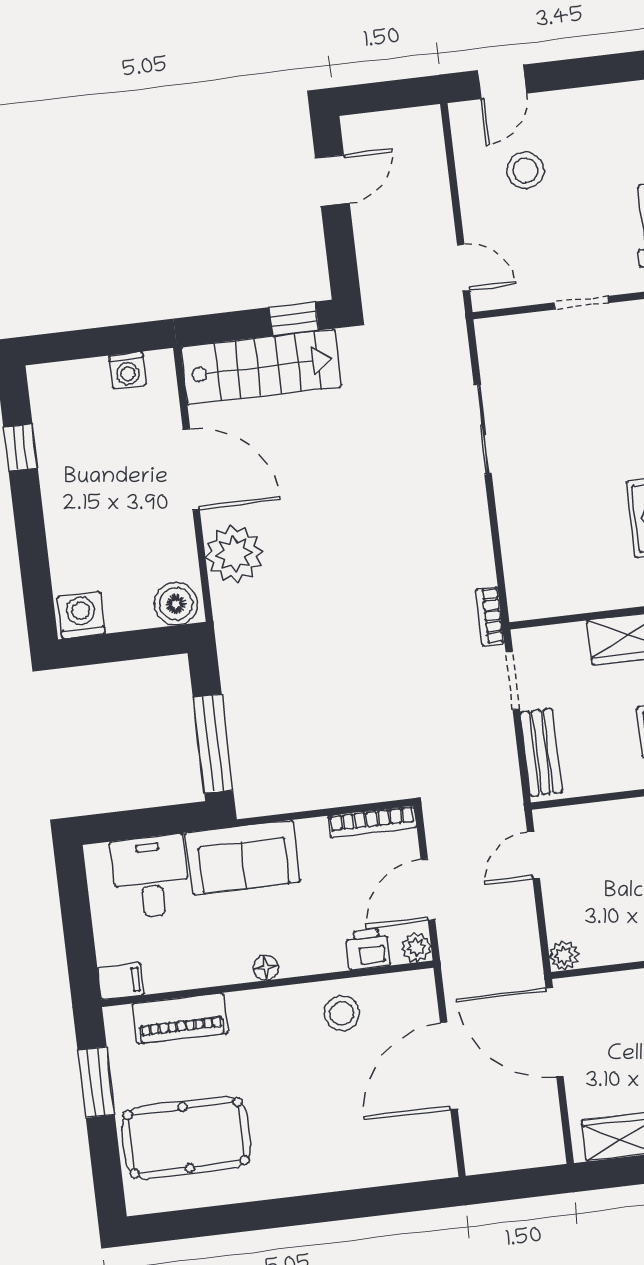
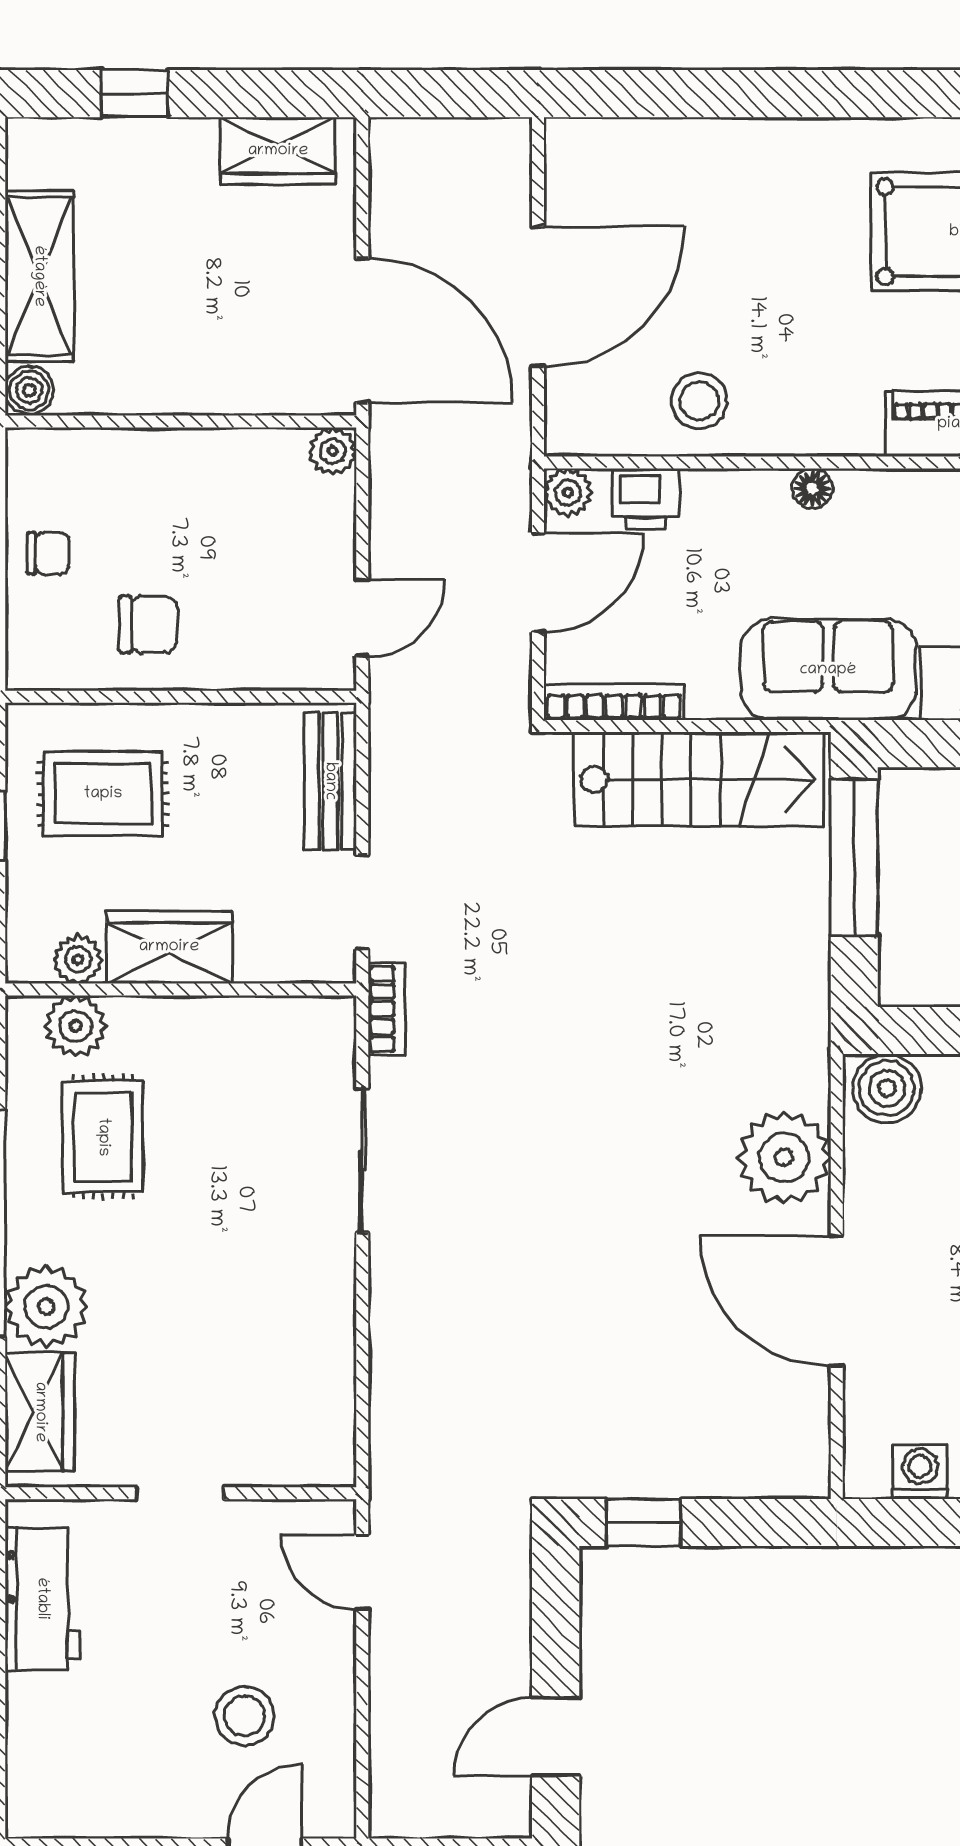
stairs: (261, 367) -> (699, 779), moved, turned 180
sliding door: (483, 430) -> (362, 1160), moved

